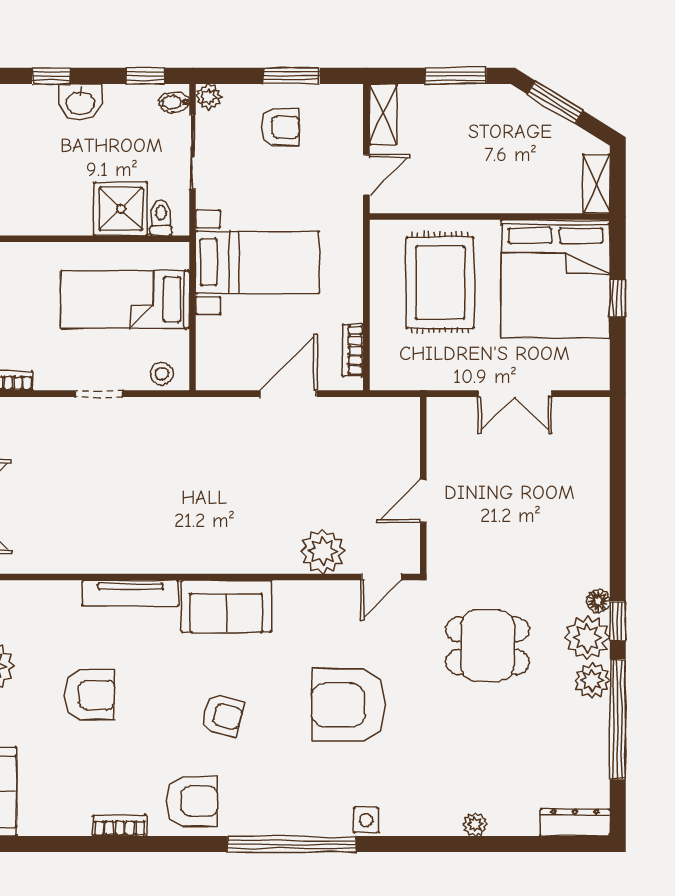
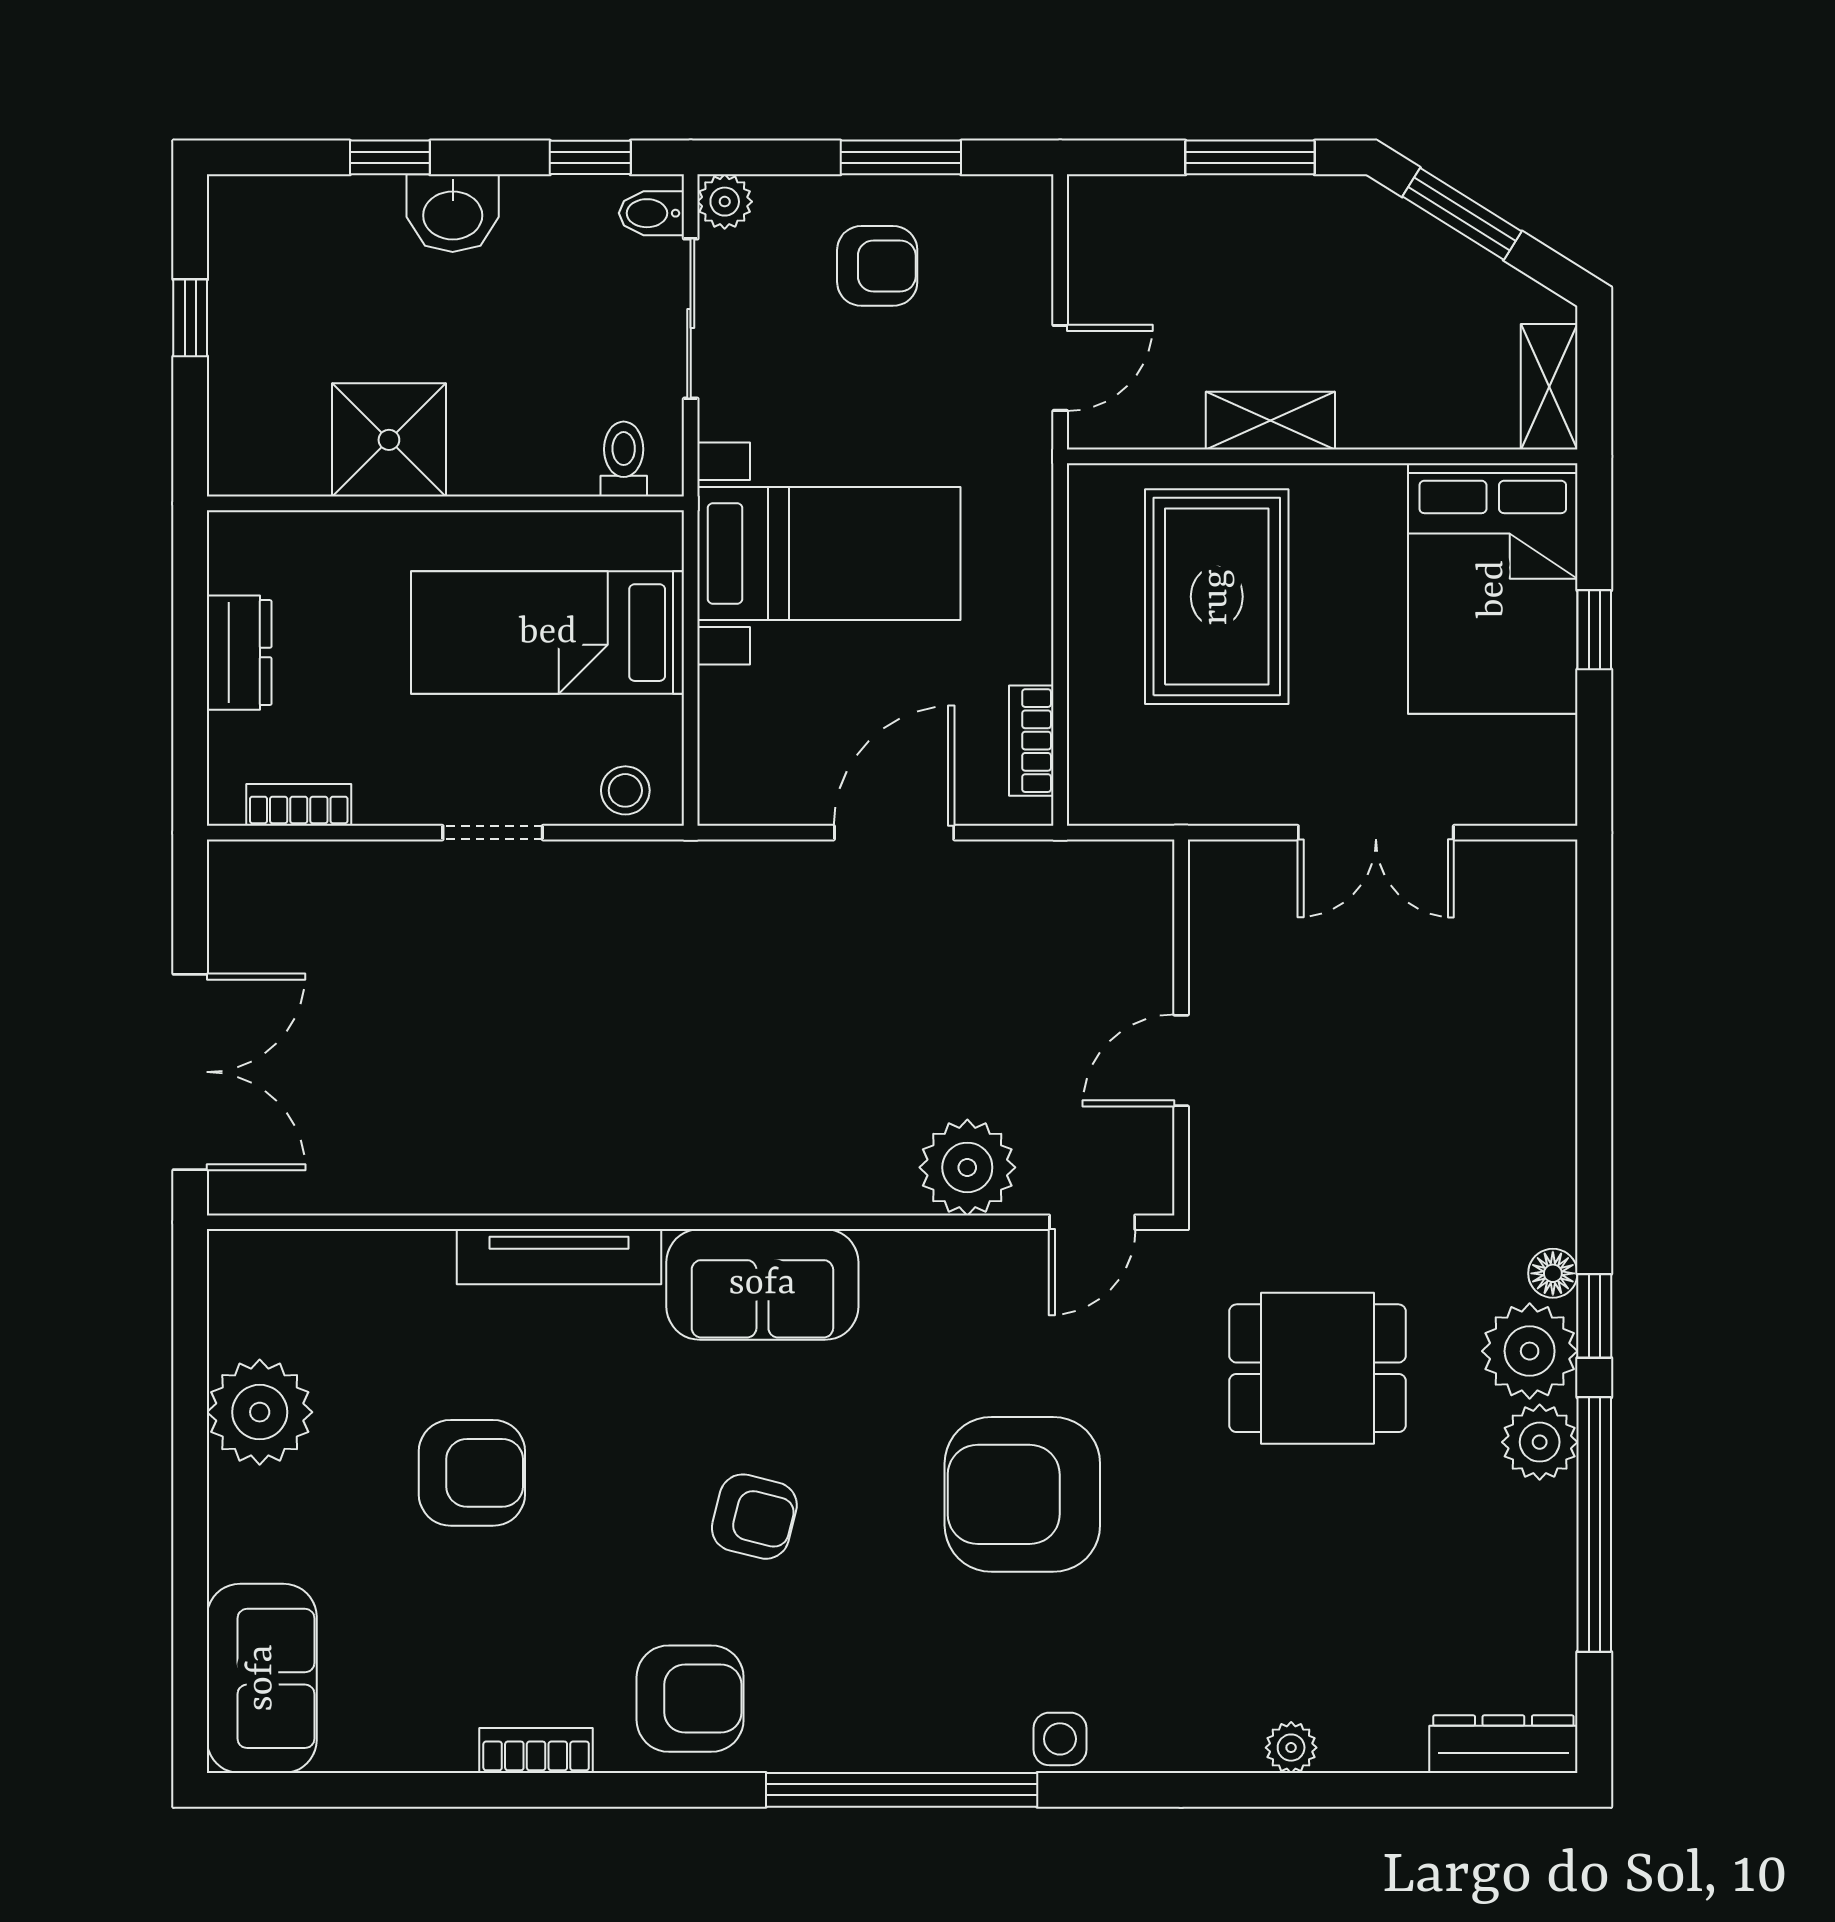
shelving: (383, 114) -> (1270, 421), moved, turned 90
shower: (121, 209) -> (389, 440), moved
bed: (555, 279) -> (1493, 589), width x0.73

